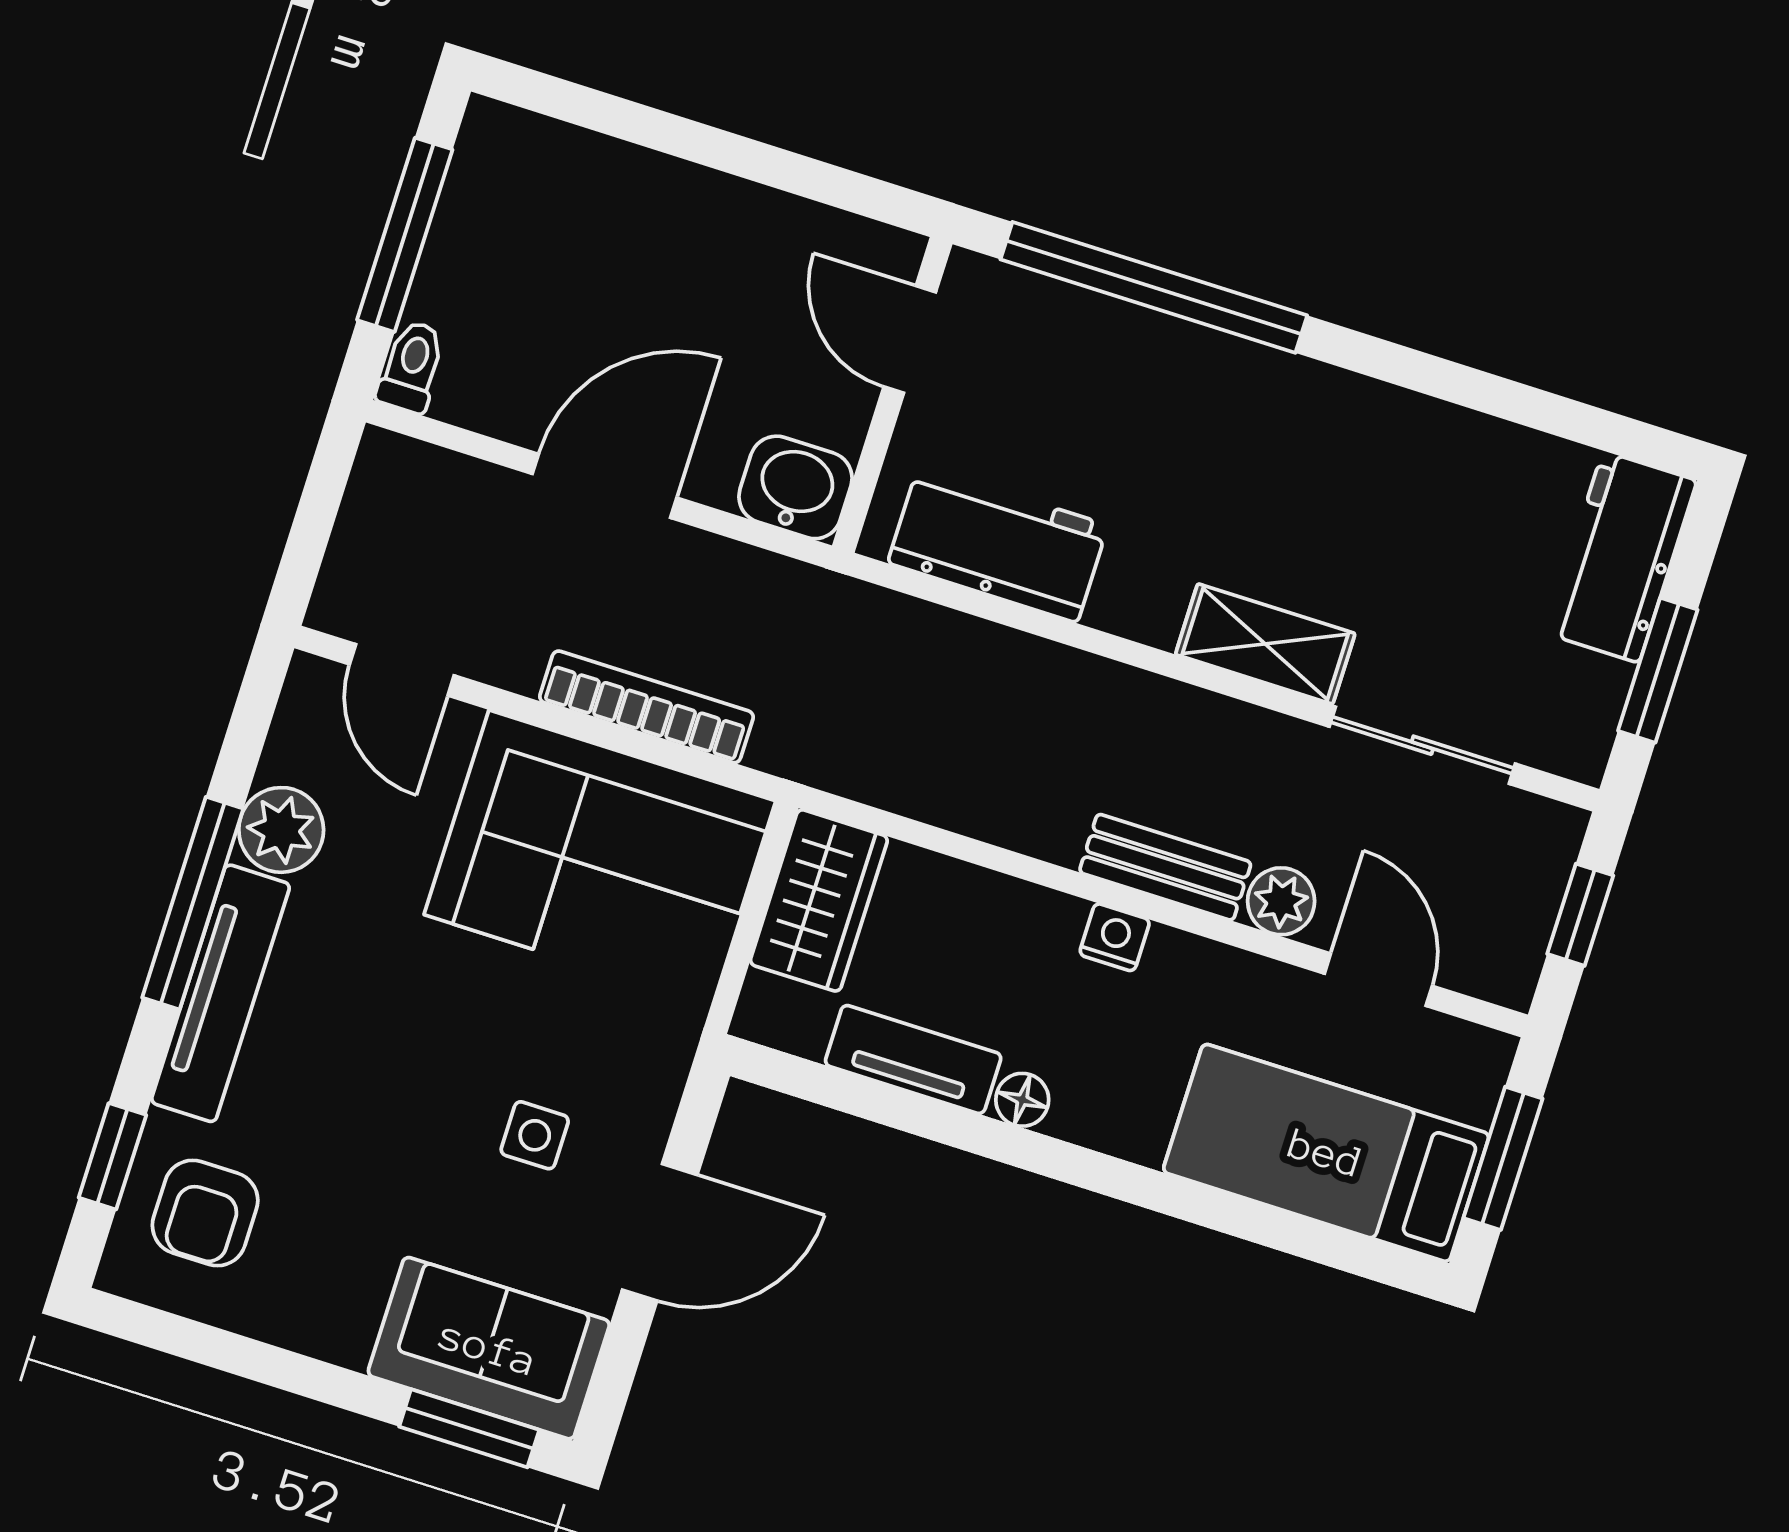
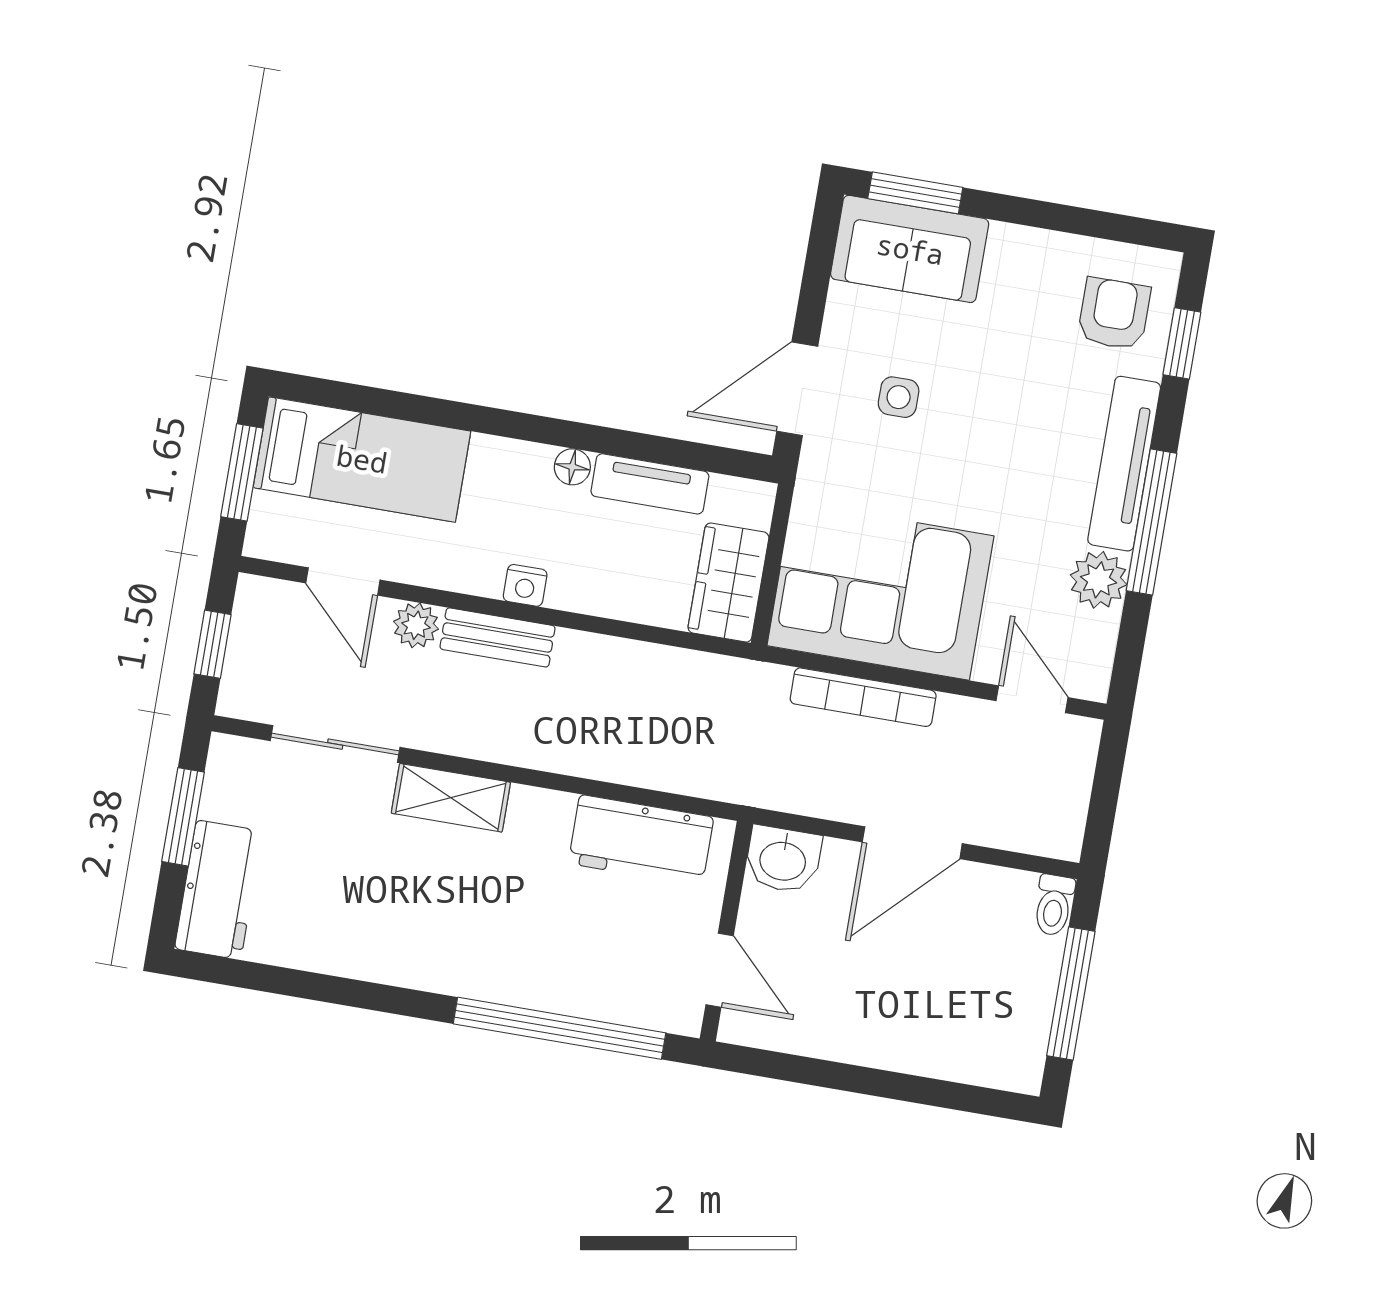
door: (660, 1232) -> (797, 389), moved

